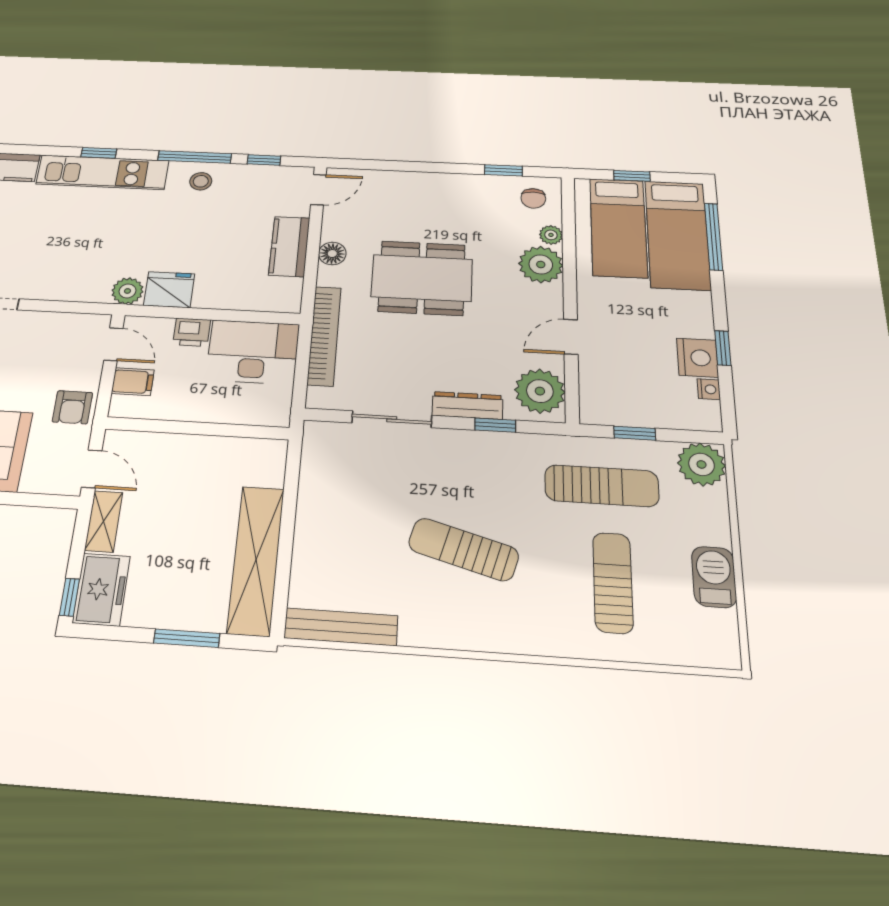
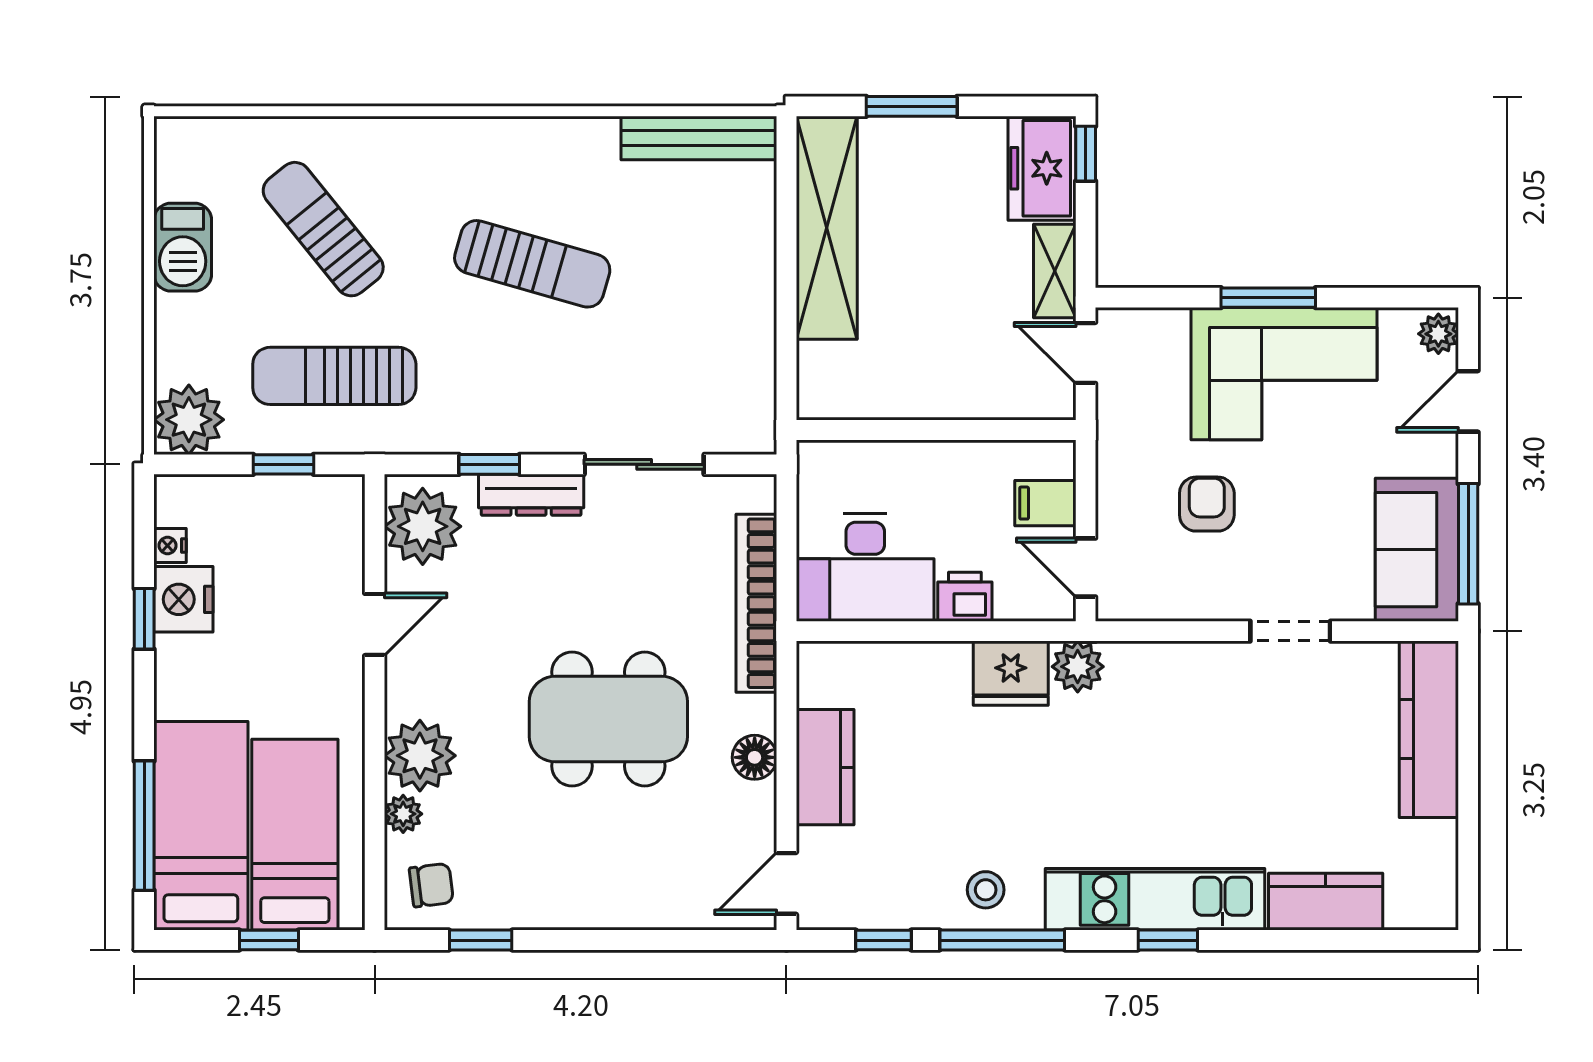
chair: (533, 198) -> (431, 885), turned 83
armchair: (72, 407) -> (1207, 504), moved
sun lounger: (613, 582) -> (323, 229), turned 141

